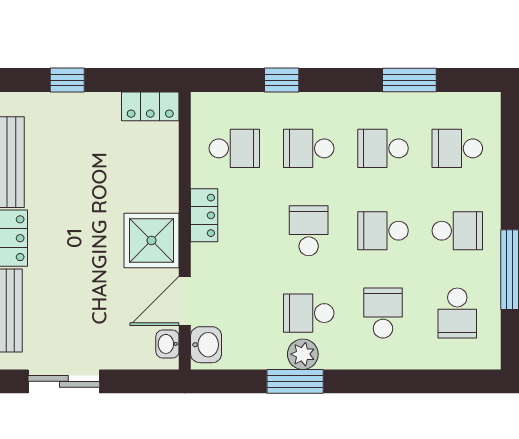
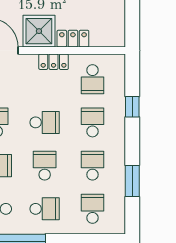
locker: (150, 106) -> (73, 39), moved, turned 90
school desk: (457, 231) -> (45, 209), turned -90

